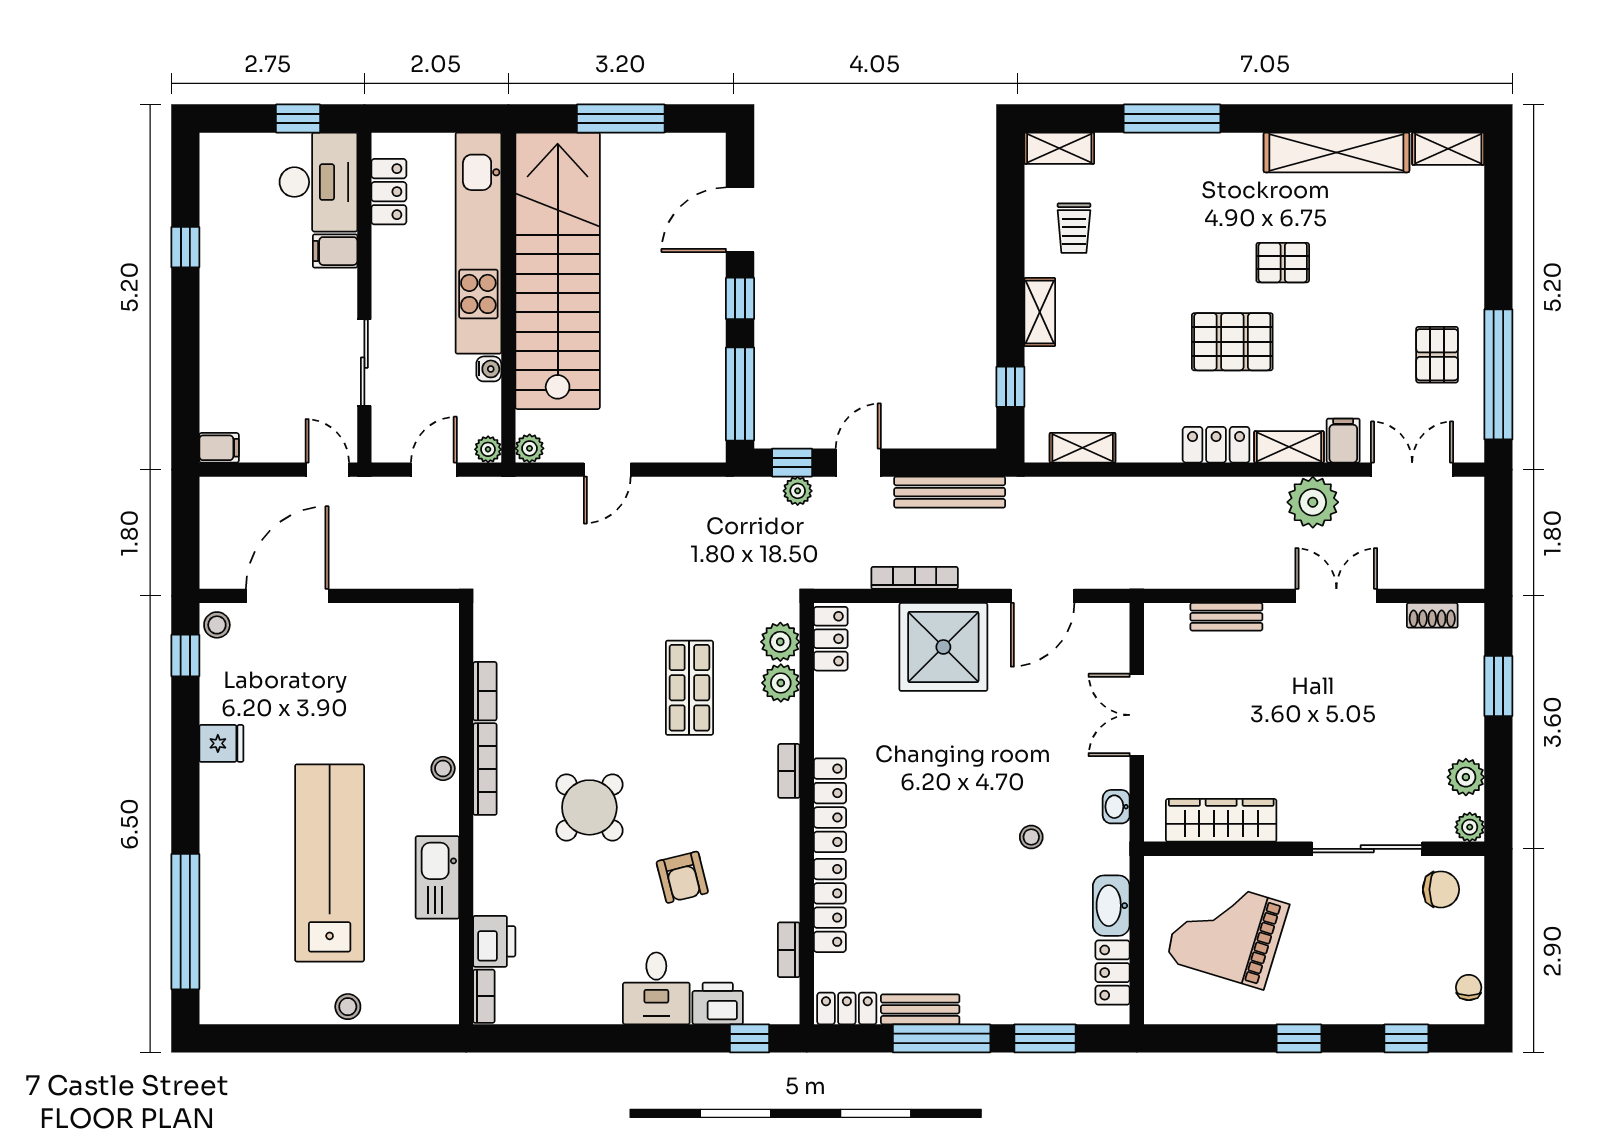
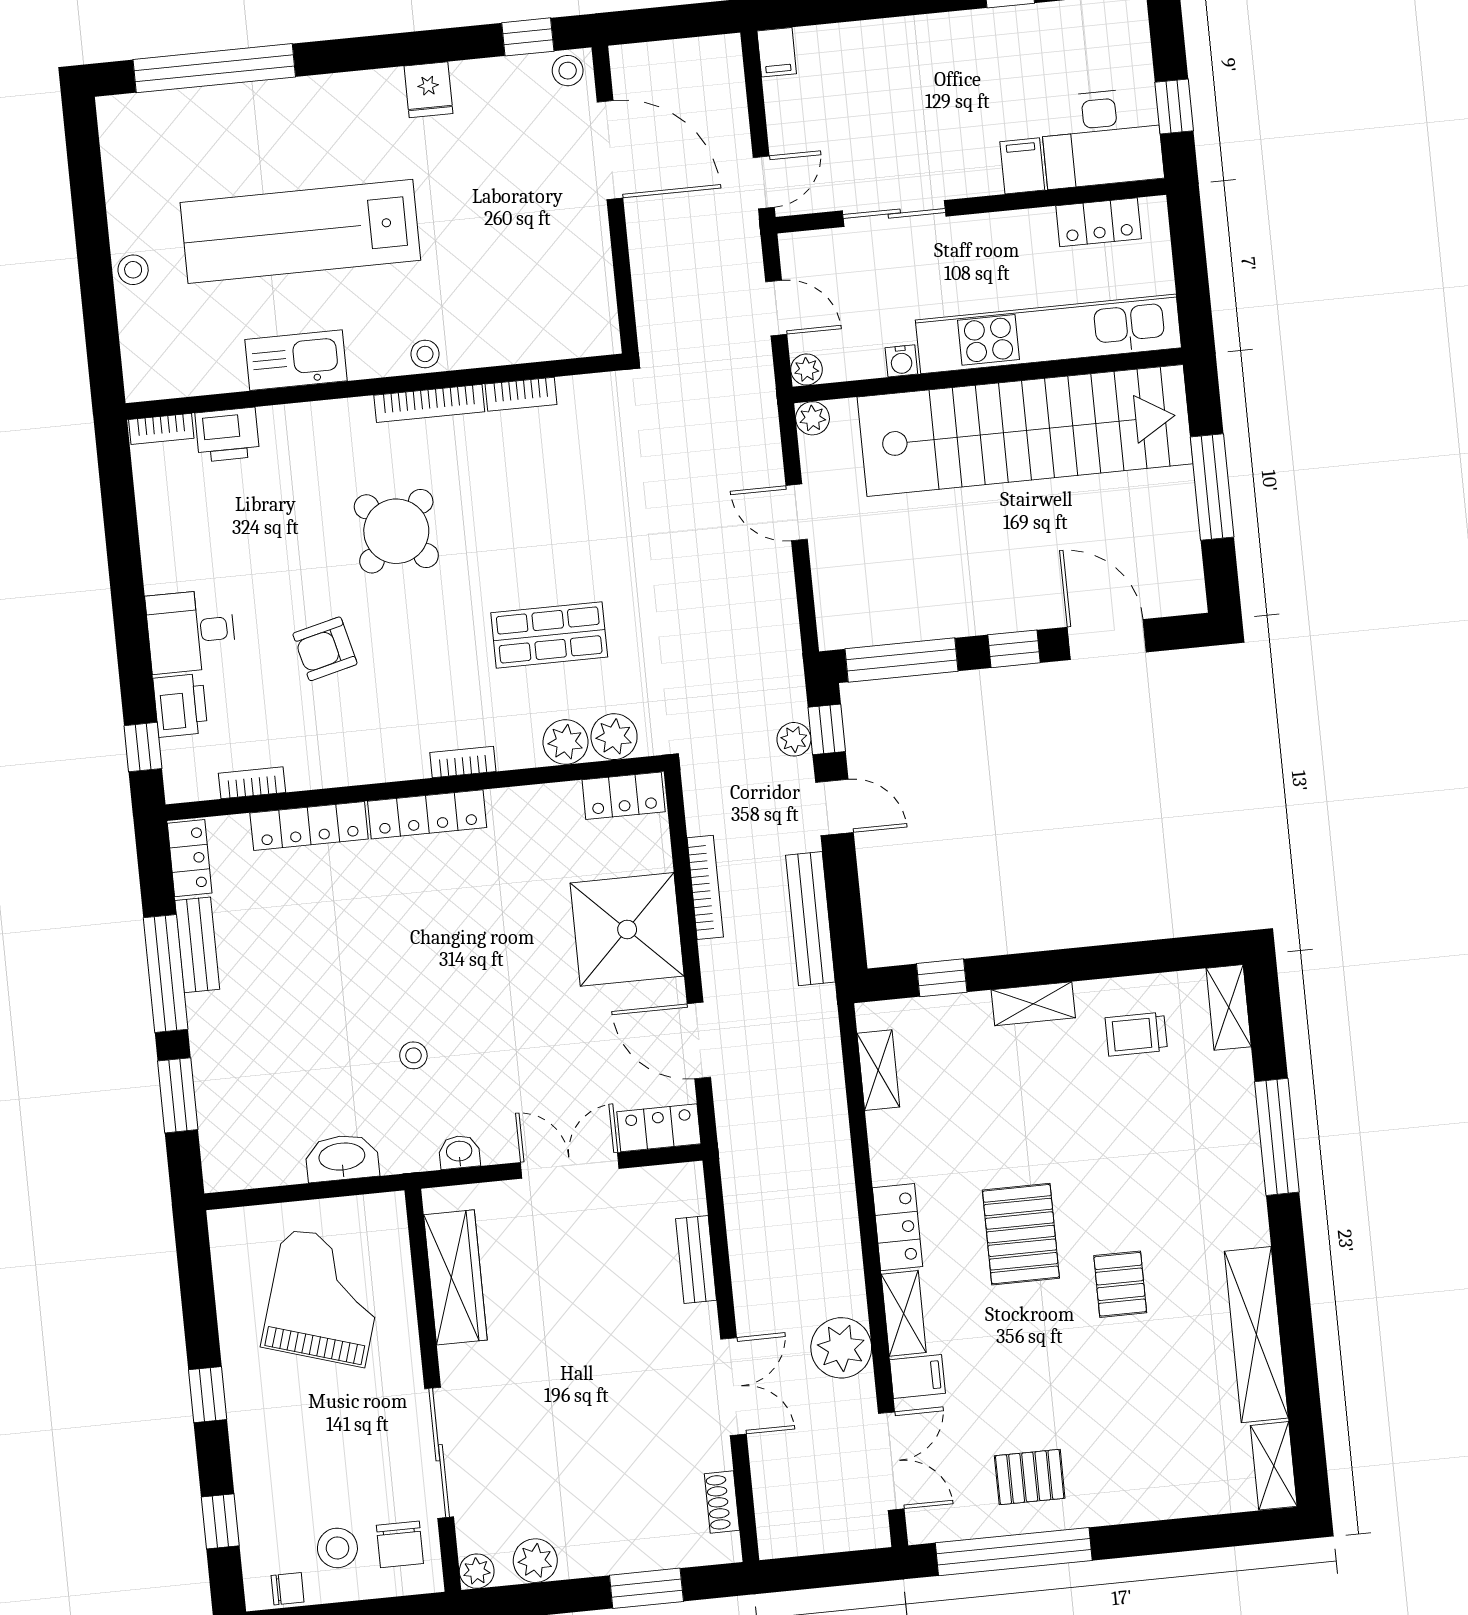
lab bench: (330, 863) -> (300, 231), turned 180
stool: (1439, 942) -> (337, 1548), added
locker: (1113, 973) -> (659, 1128), moved

